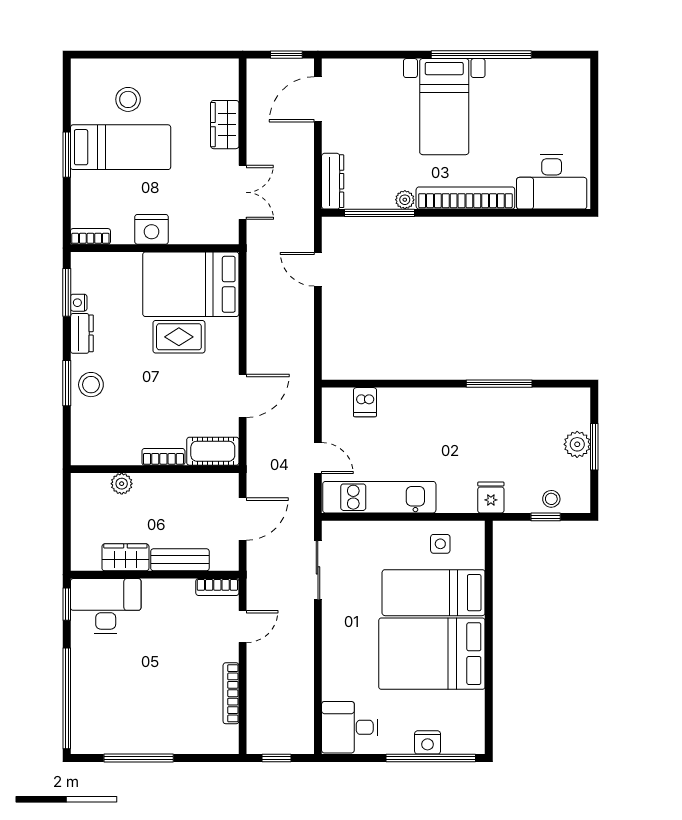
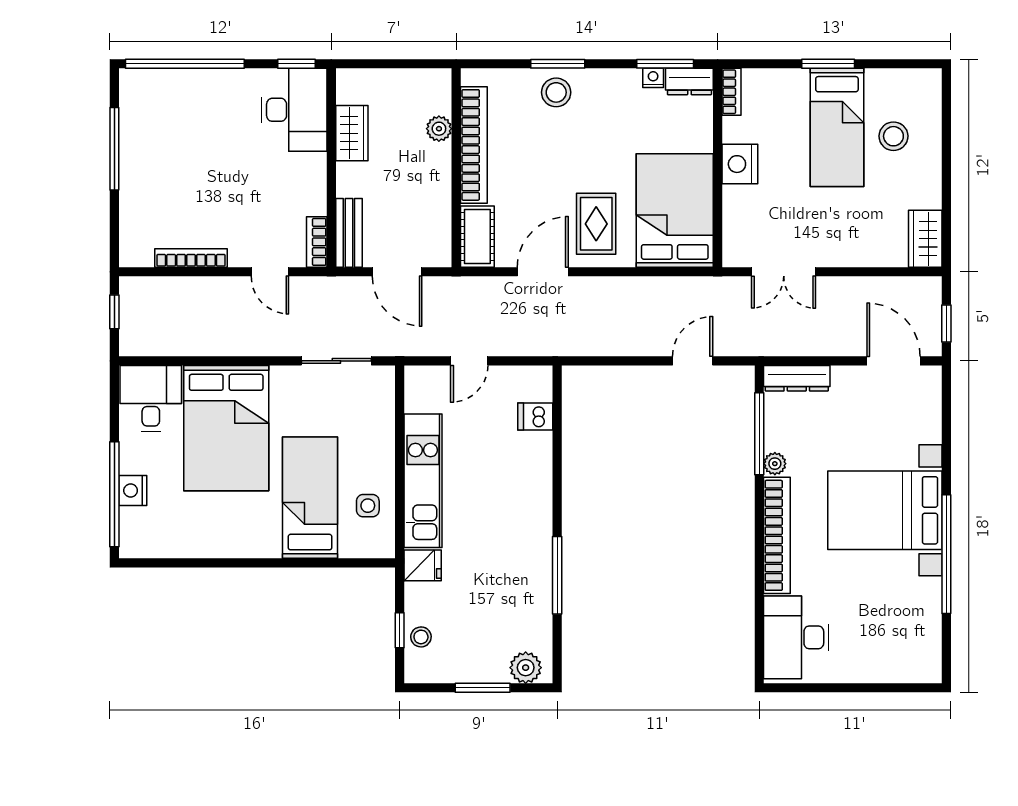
bed with nightstands: (444, 107) -> (885, 510), width x1.36
wardrobe: (225, 125) -> (925, 239), moved, turned -90
dresser: (82, 333) -> (689, 82), moved
rug: (179, 337) -> (596, 224), moved
door: (243, 396) -> (543, 272), swing flipped
plant: (577, 444) -> (526, 668), moved
bookcase: (163, 457) -> (474, 145), width x2.31, depth x1.31
kitchen unit: (379, 497) -> (423, 481), moved
bench: (180, 560) -> (349, 233), moved
bed: (432, 654) -> (226, 428), moved, turned 180

